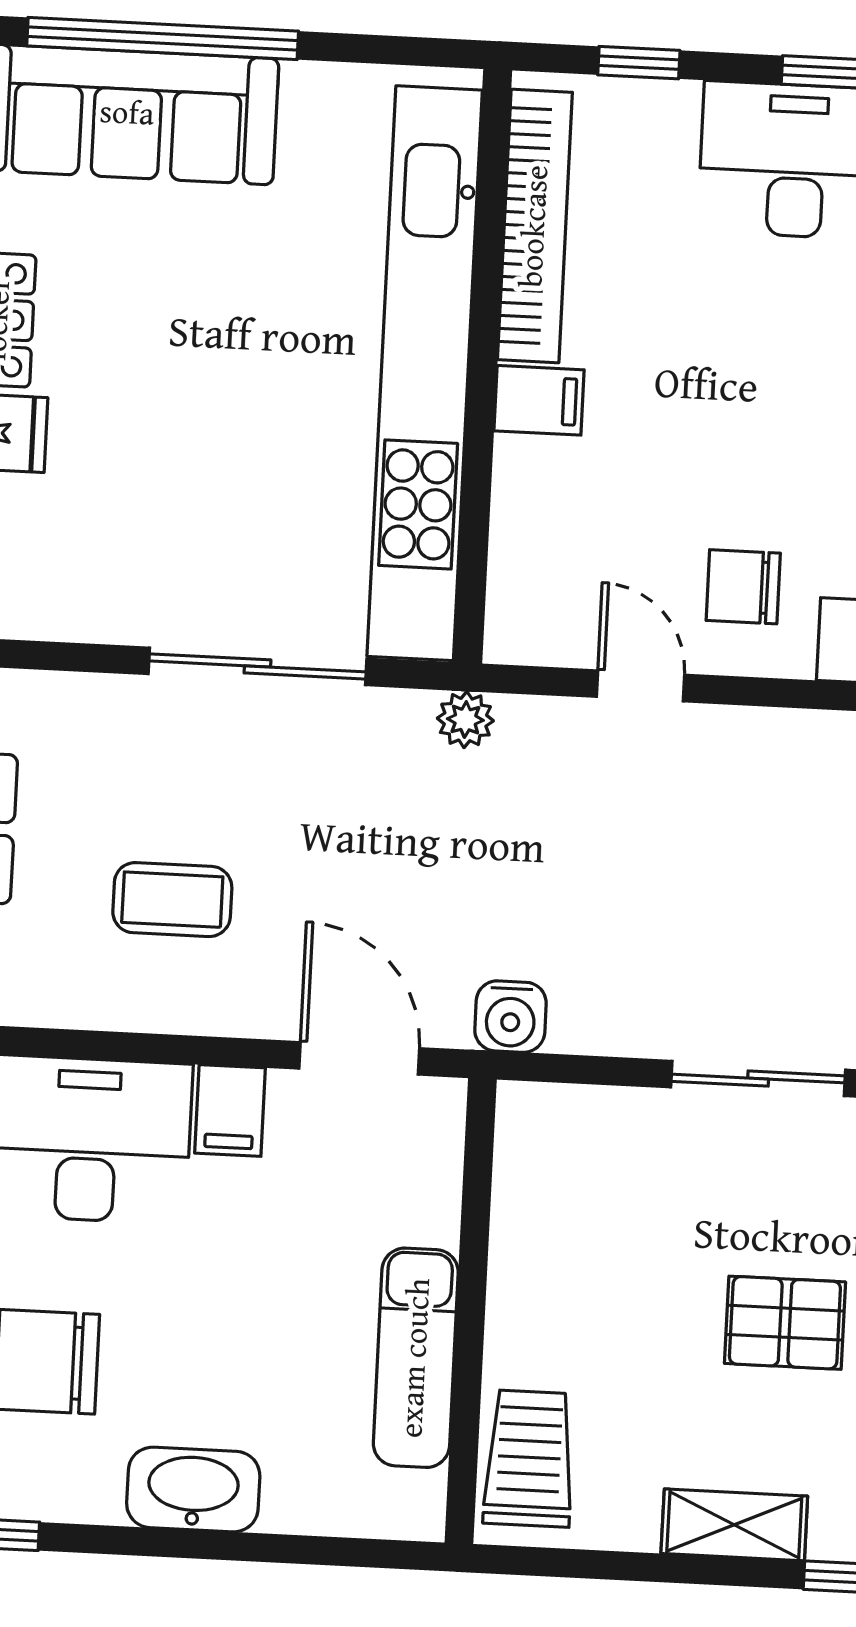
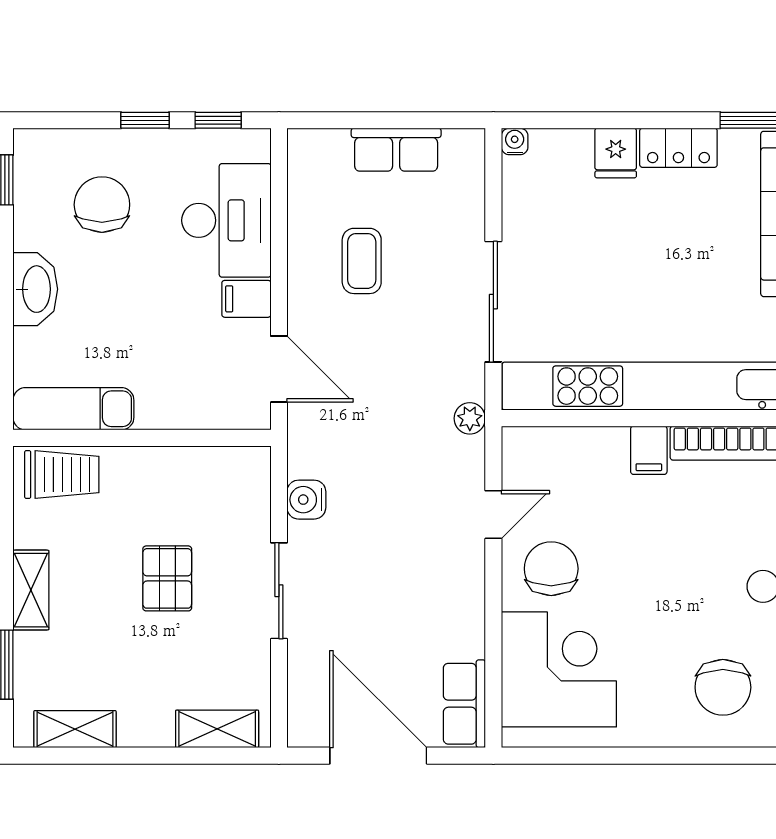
chair: (743, 587) -> (551, 569), width x1.37, depth x1.37
water cooler: (510, 1017) -> (306, 500), moved
door: (359, 1058) -> (279, 369), hinge flipped
pallet: (785, 1323) -> (167, 578), moved
exam couch: (416, 1358) -> (73, 409), moved

